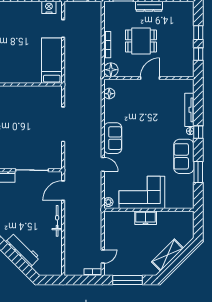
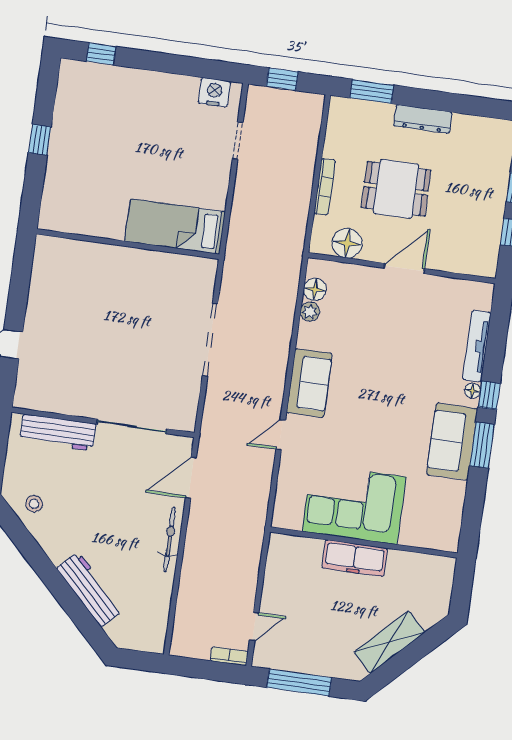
bed: (52, 61) -> (175, 227), moved, turned -90
floor lamp: (111, 70) -> (347, 243), moved
door: (103, 164) -> (281, 435), swing flipped
window: (198, 172) -> (482, 445), moved
plant: (108, 202) -> (310, 312), moved
freezer: (146, 218) -> (355, 558), width x1.40

